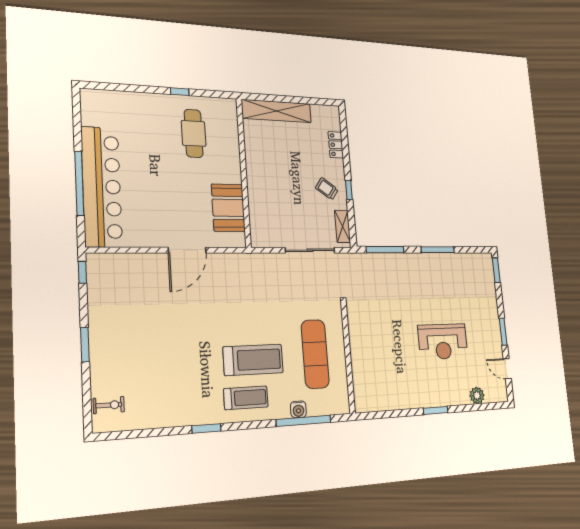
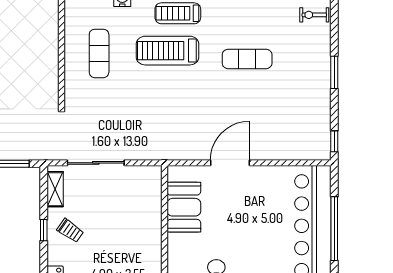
exercise mat: (315, 354) -> (99, 53), width x0.73, depth x0.69
exercise mat: (176, 355) -> (247, 59), added

